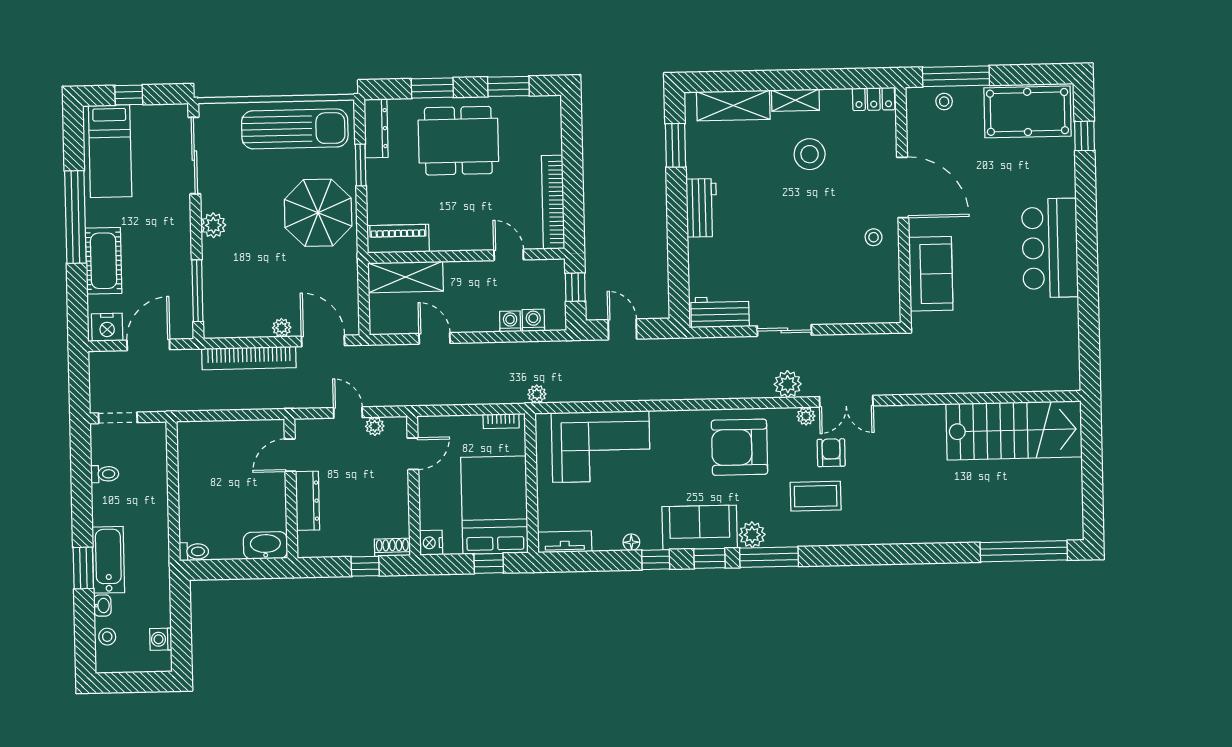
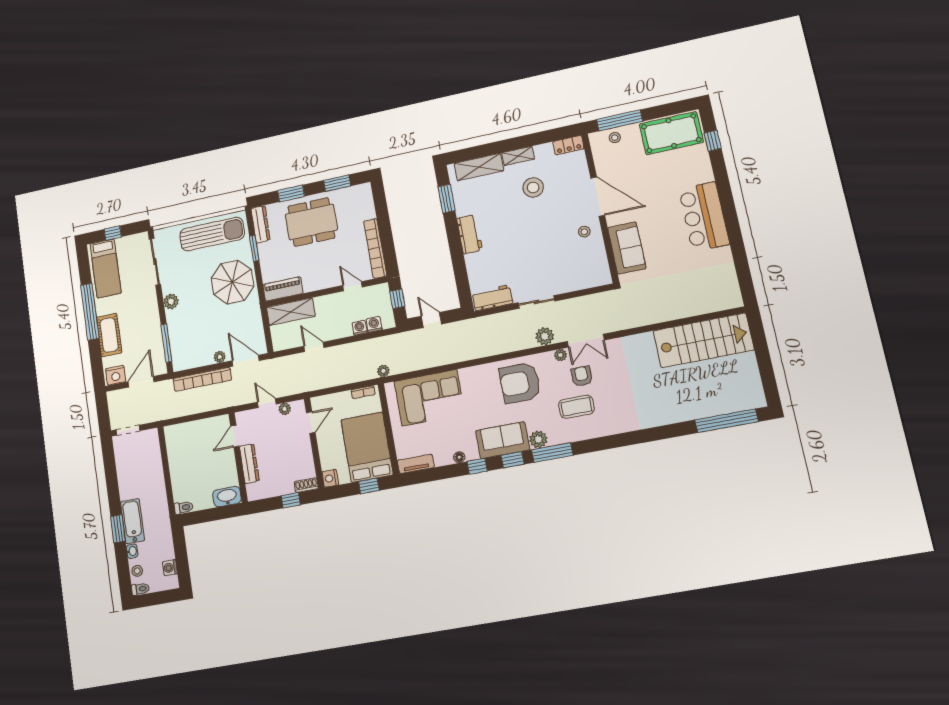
toilet: (105, 474) -> (140, 589), moved

